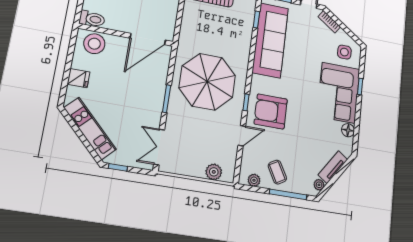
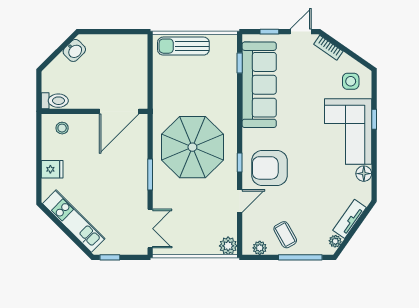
stool: (94, 44) -> (62, 128), width x0.53, depth x0.53
double door: (159, 147) -> (150, 229), swing flipped
plant: (214, 172) -> (228, 246), moved

